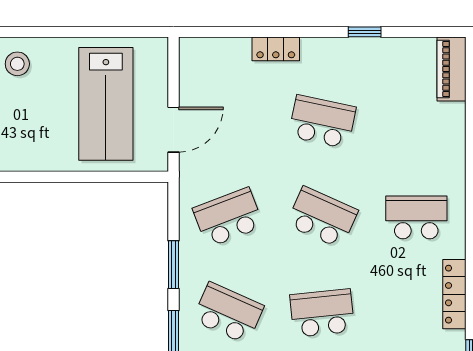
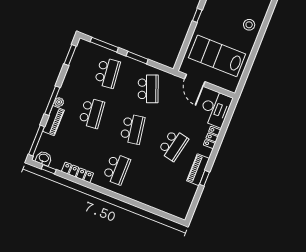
desk: (214, 65) -> (215, 109), added
piano: (451, 69) -> (198, 170), moved, turned -90
window: (40, 177) -> (197, 15), added
school desk: (322, 217) -> (132, 129), turned -33
school desk: (228, 313) -> (107, 73), turned -30

